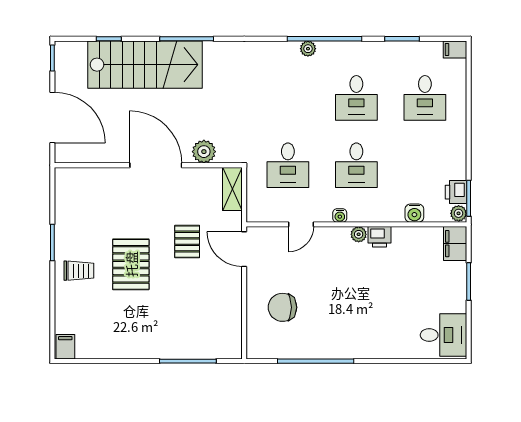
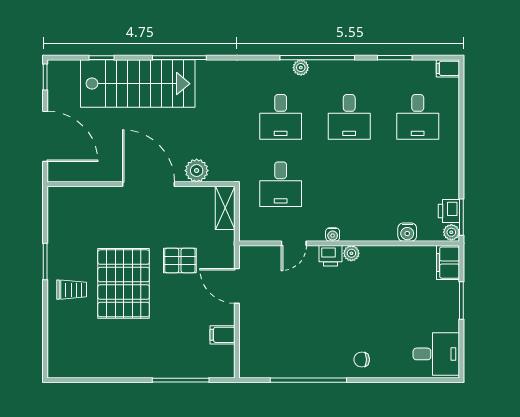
desk: (356, 165) -> (281, 117), moved
printer: (379, 237) -> (331, 256), moved
pallet: (187, 242) -> (180, 261), turned 90
door: (244, 249) -> (237, 286), moved
pallet: (131, 264) -> (124, 283), width x1.37, depth x1.41
chair: (282, 307) -> (362, 360), moved, width x0.54, depth x0.54
filing cabinet: (65, 347) -> (223, 335), moved, turned -90

